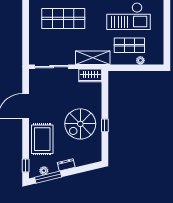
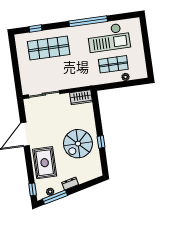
shelving: (93, 58) -> (81, 81), removed

